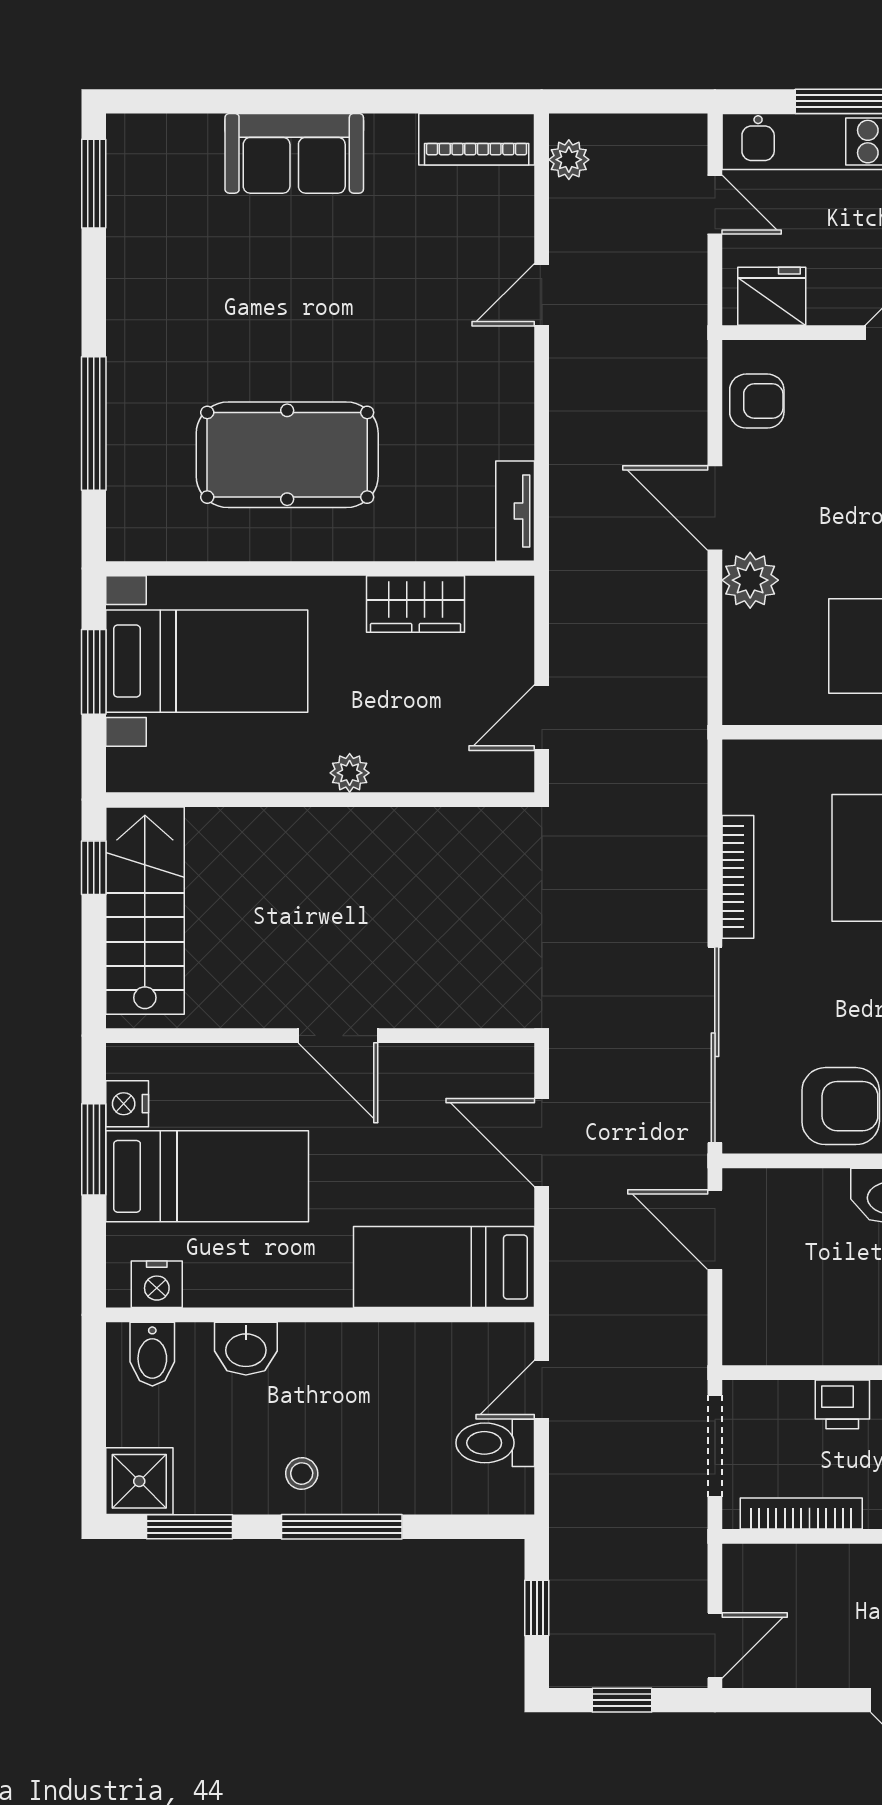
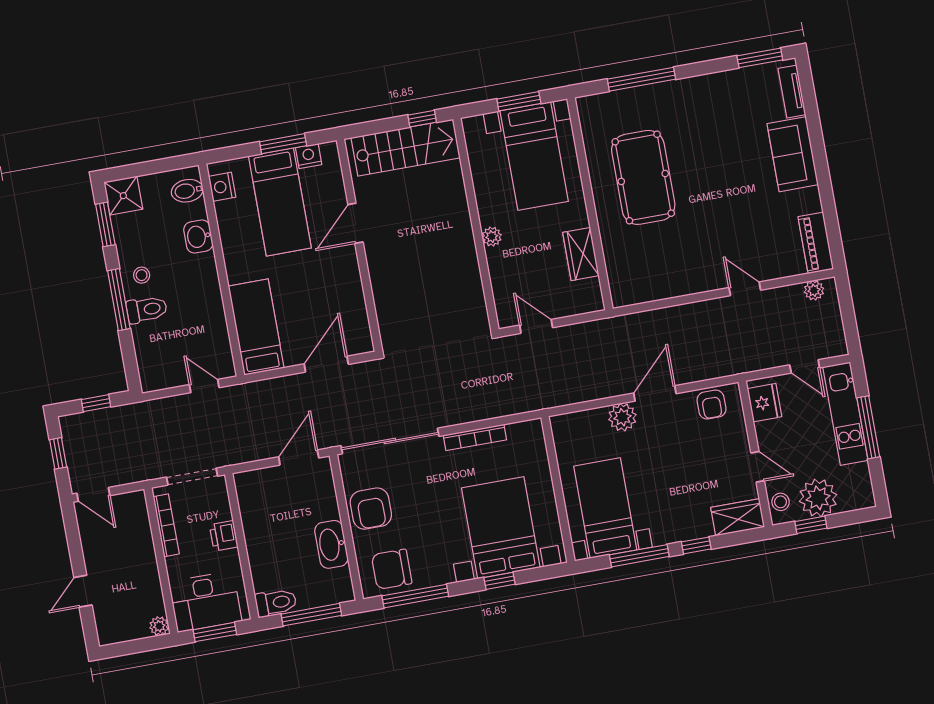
door: (715, 205) -> (805, 366), hinge flipped
tv unit: (515, 511) -> (792, 92), moved, turned -90
door: (338, 1036) -> (355, 223), moved
toilet: (495, 1443) -> (147, 310), moved, turned 90

